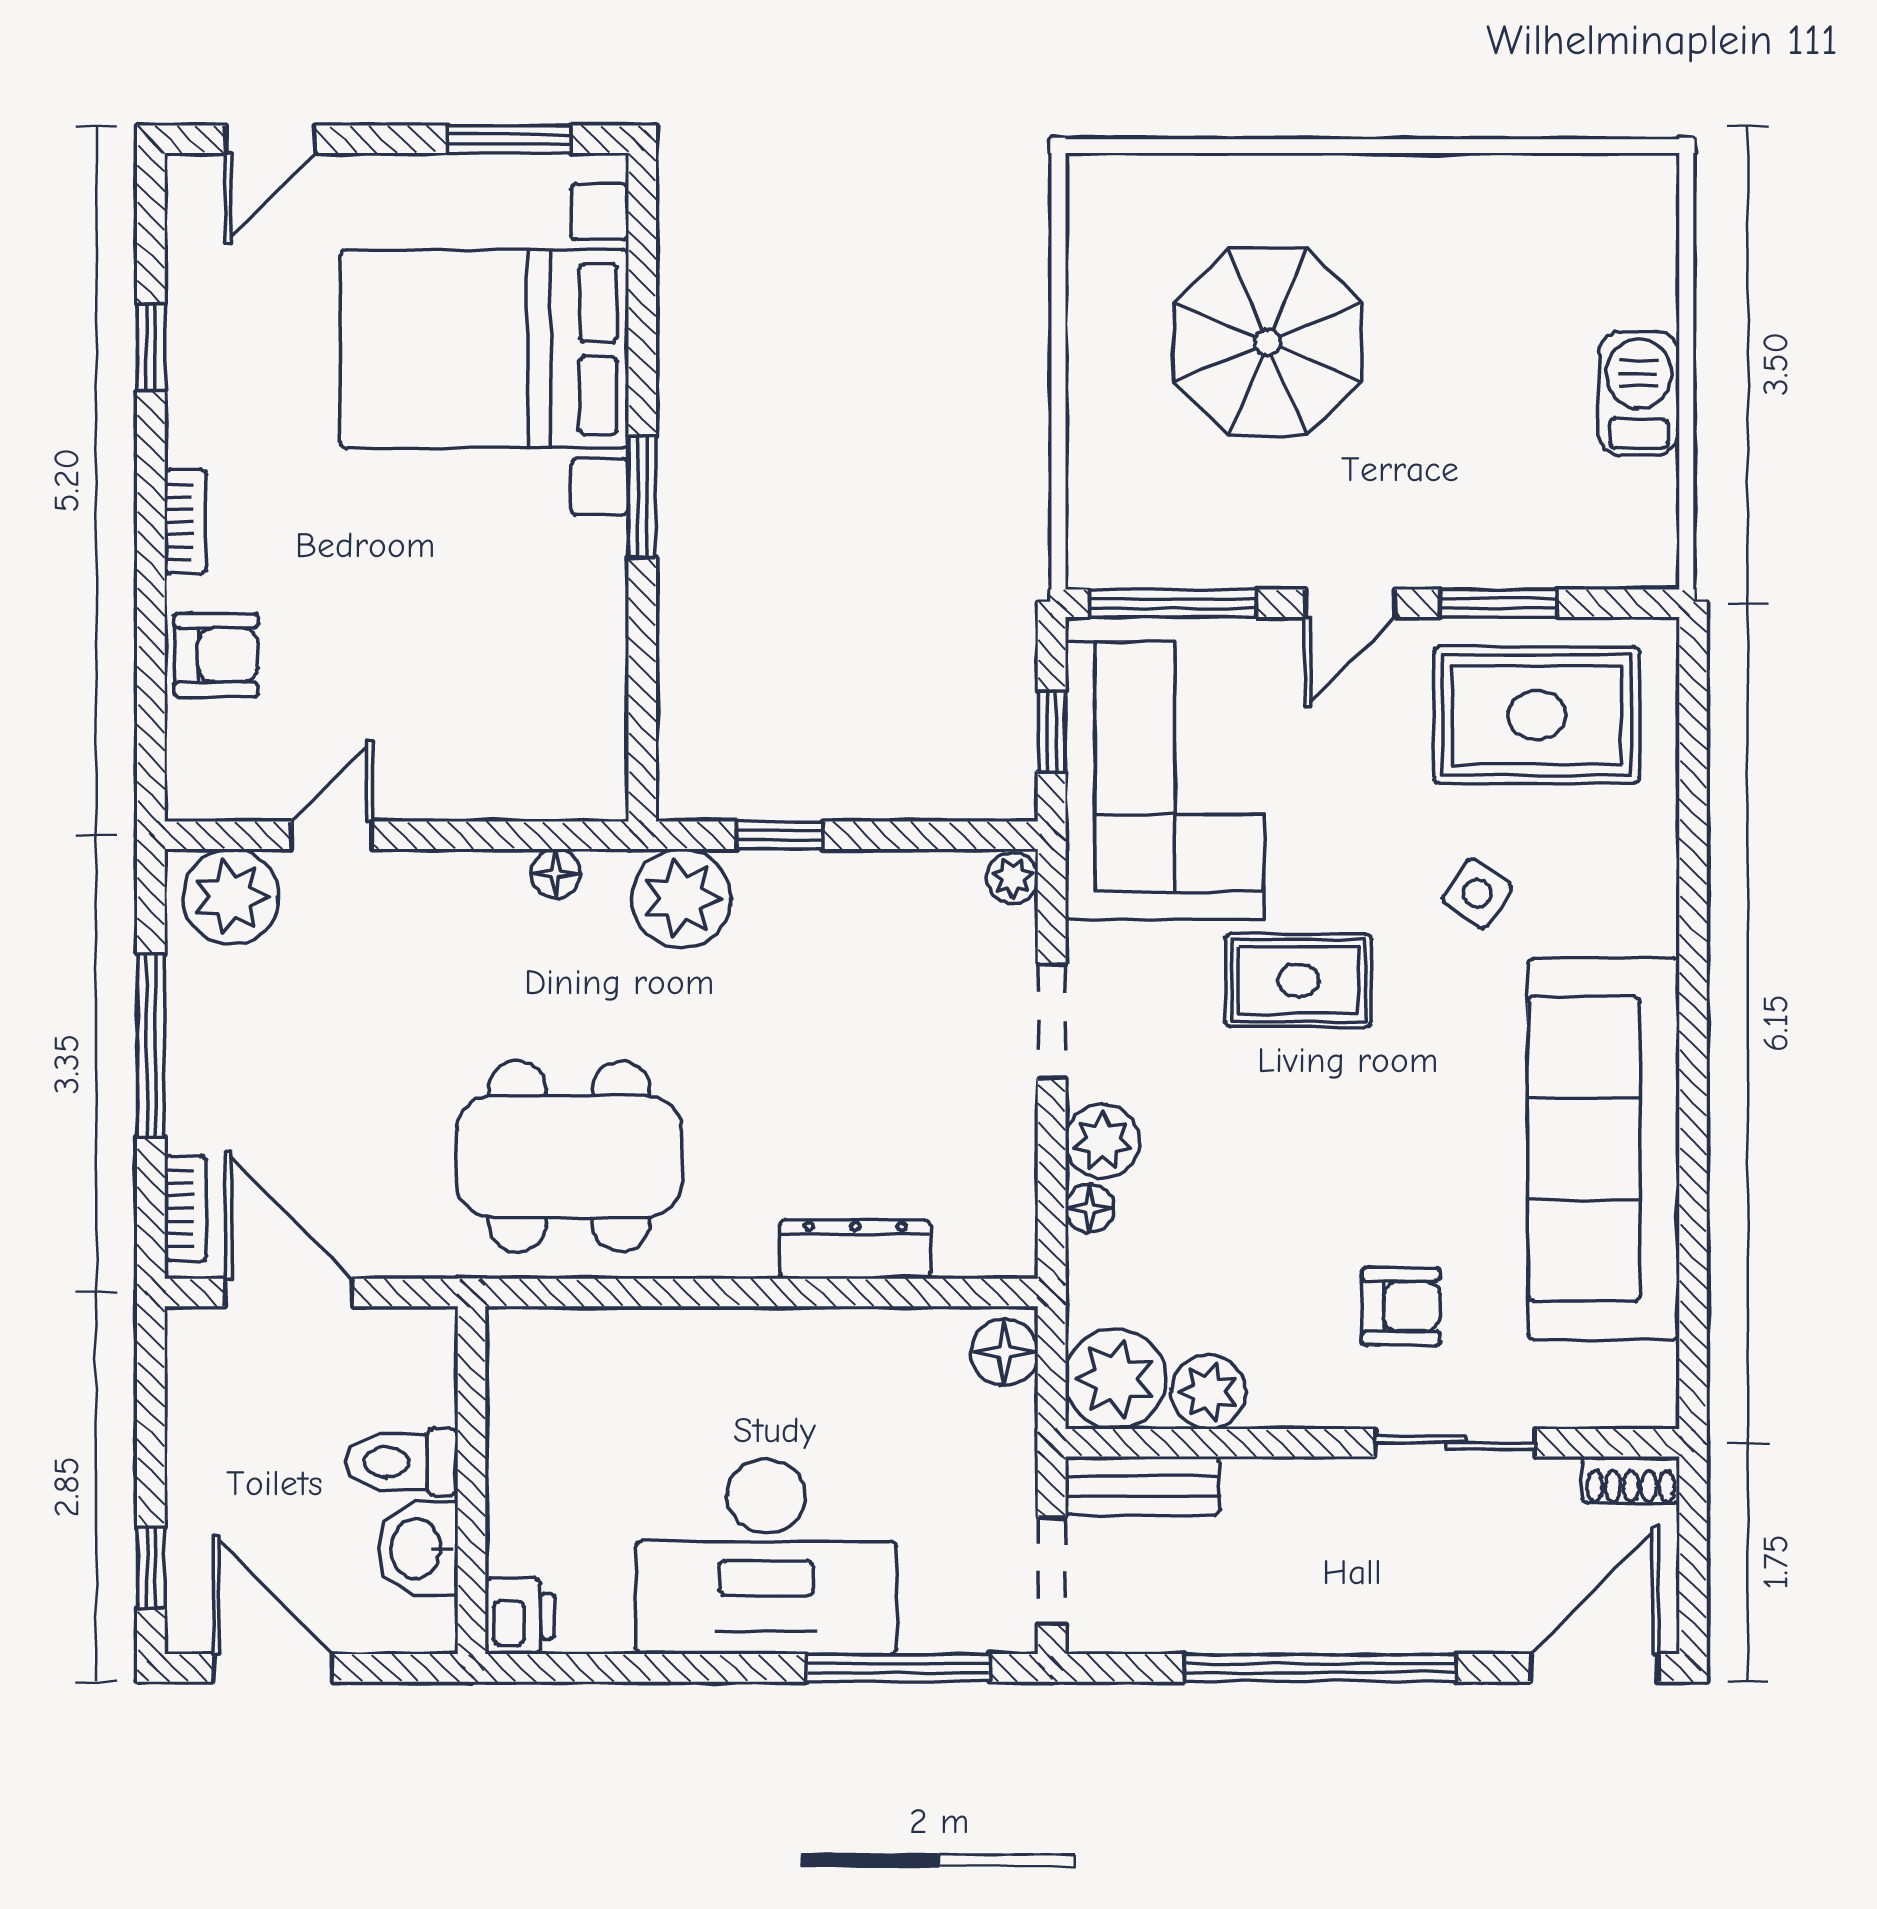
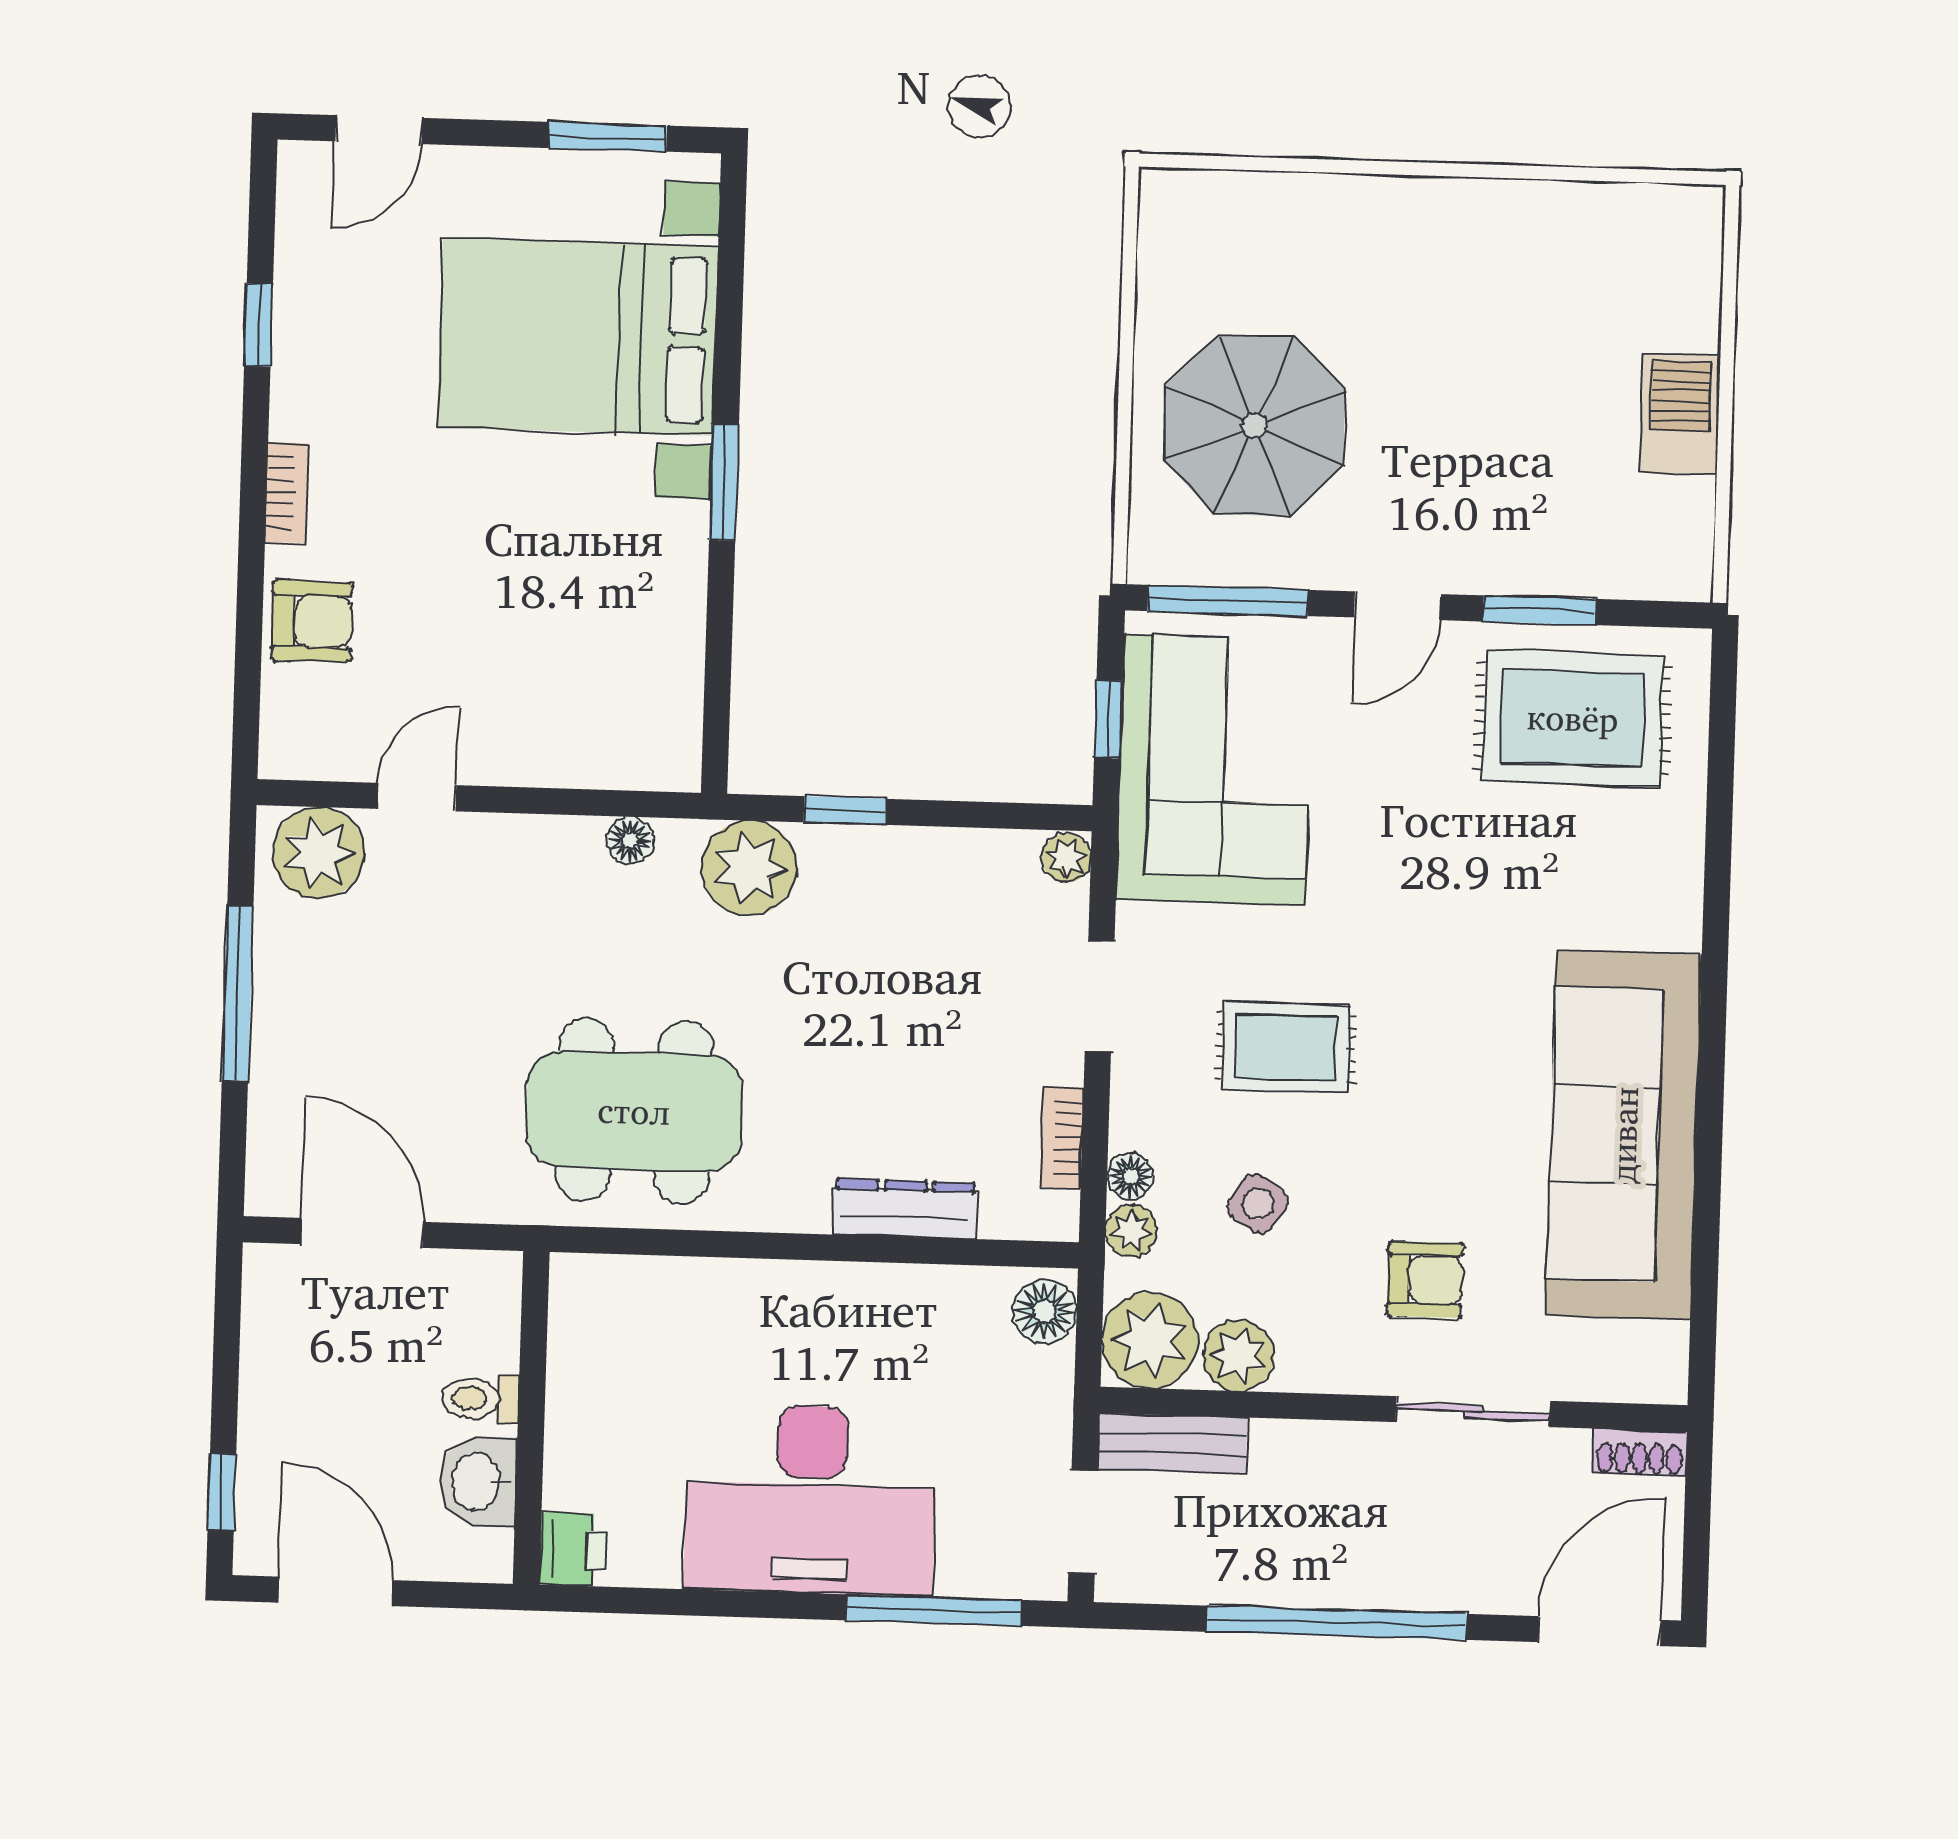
parasol: (1268, 342) -> (1255, 425), moved
side table: (1477, 893) -> (1258, 1204), moved
rug: (1298, 980) -> (1286, 1047), moved
plant: (1102, 1141) -> (1131, 1231), moved, width x0.73, depth x0.73
bookcase: (186, 1208) -> (1062, 1138), moved, turned 180
toilet: (402, 1462) -> (480, 1399), width x0.73, depth x0.72

